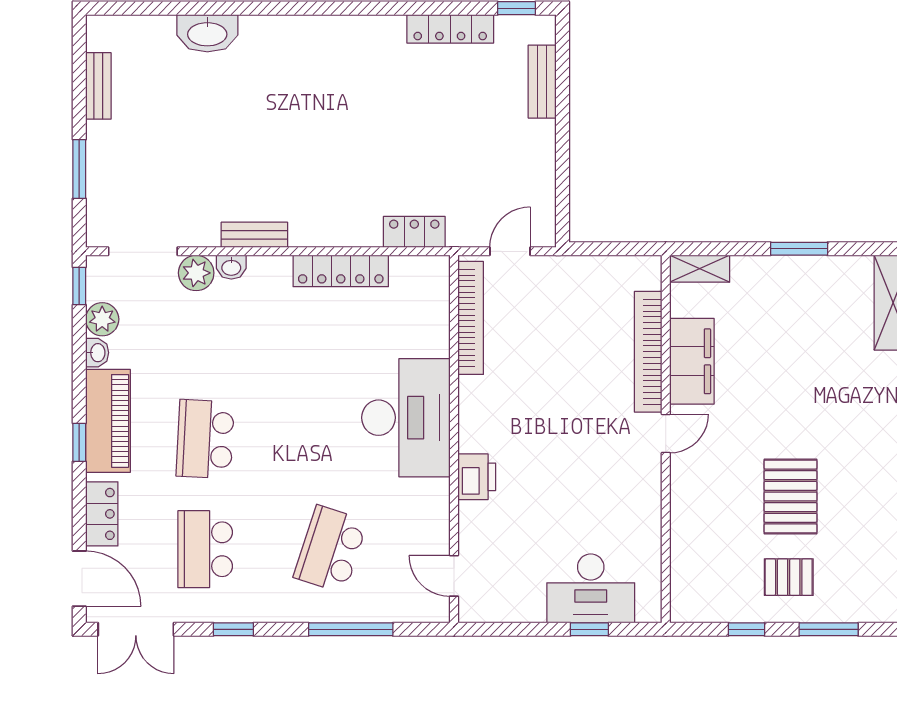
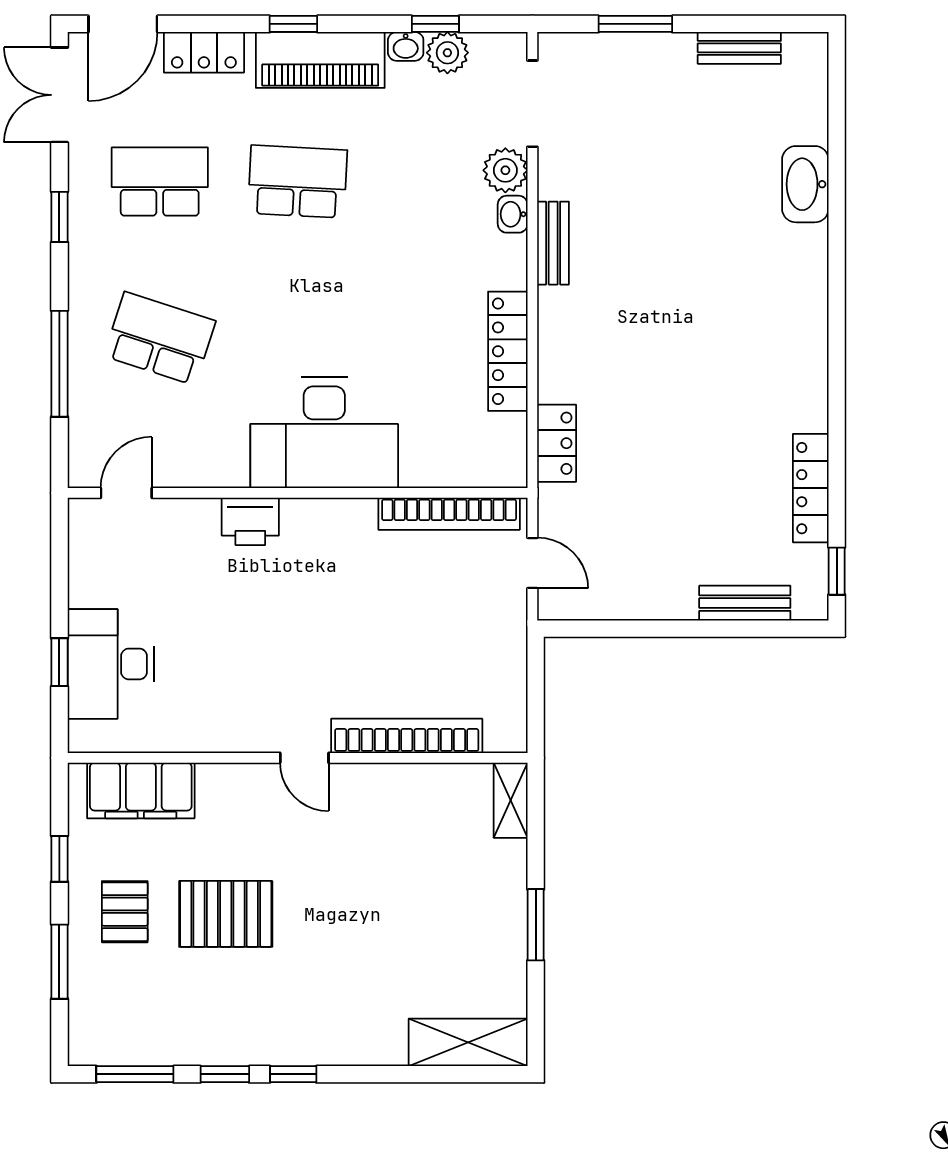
window: (79, 286) -> (435, 24), moved
filing cabinet: (692, 361) -> (141, 790), moved

